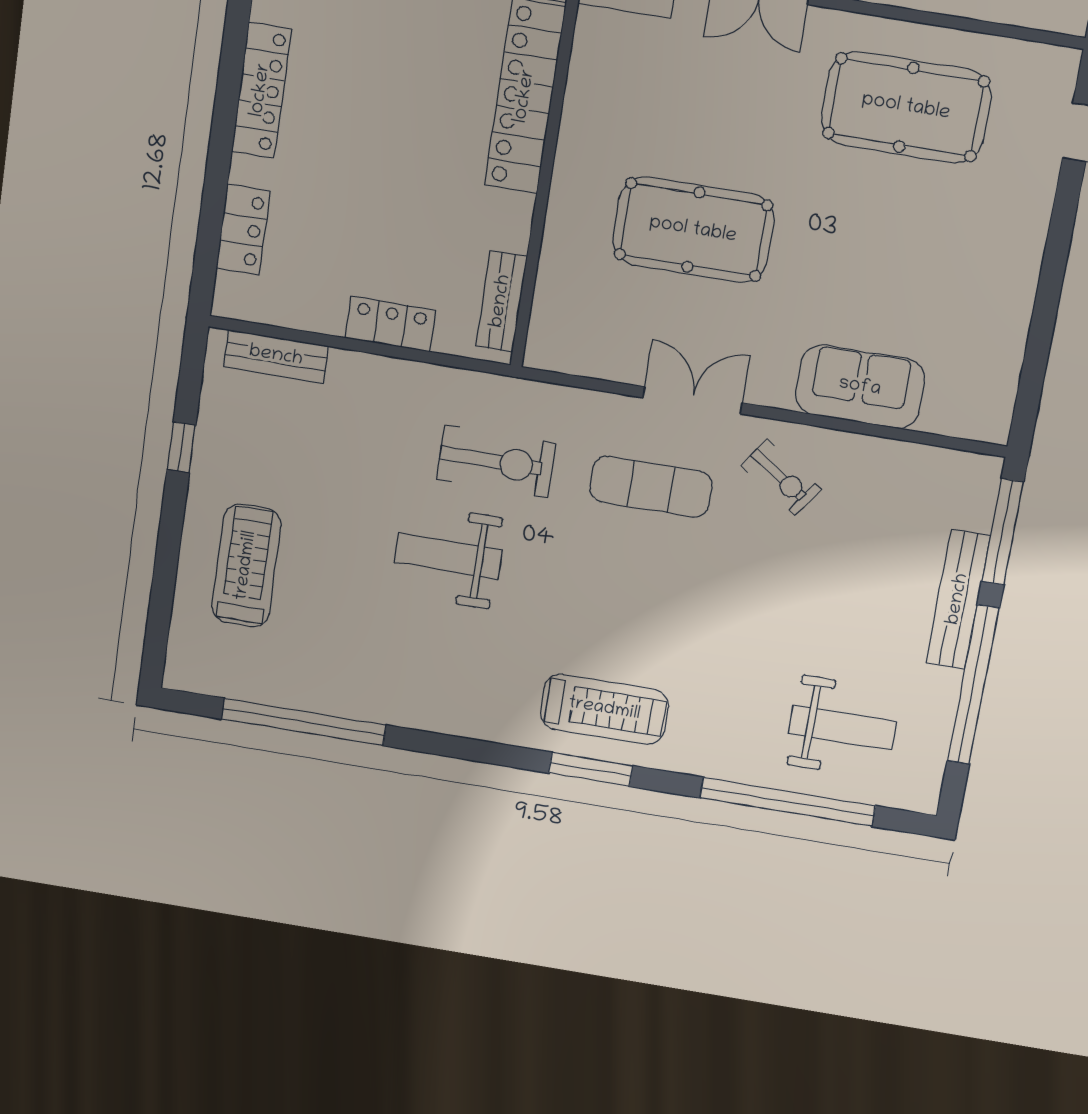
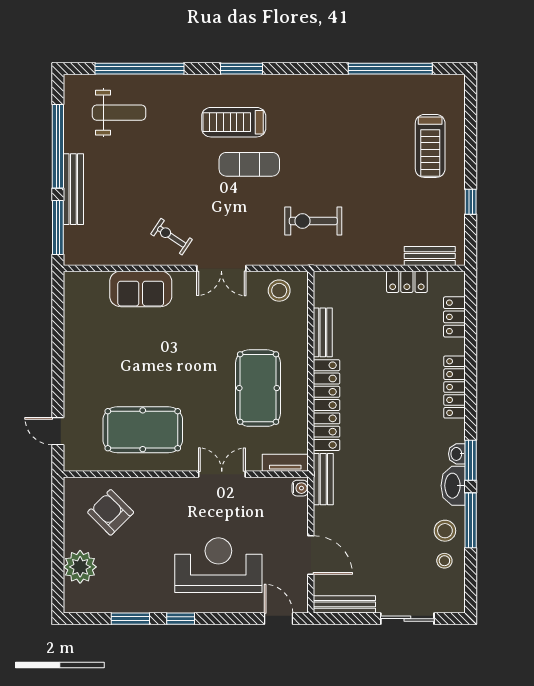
pool table: (693, 230) -> (258, 388), moved, turned 90
bench: (501, 301) -> (323, 332), moved
locker: (391, 324) -> (407, 282), moved
stool: (585, 338) -> (279, 291), added
exercise mat: (651, 487) -> (249, 164), moved
weight bench: (448, 556) -> (330, 168), removed
treadmill: (604, 709) -> (234, 122), moved
weight bench: (842, 728) -> (119, 113), turned 180

